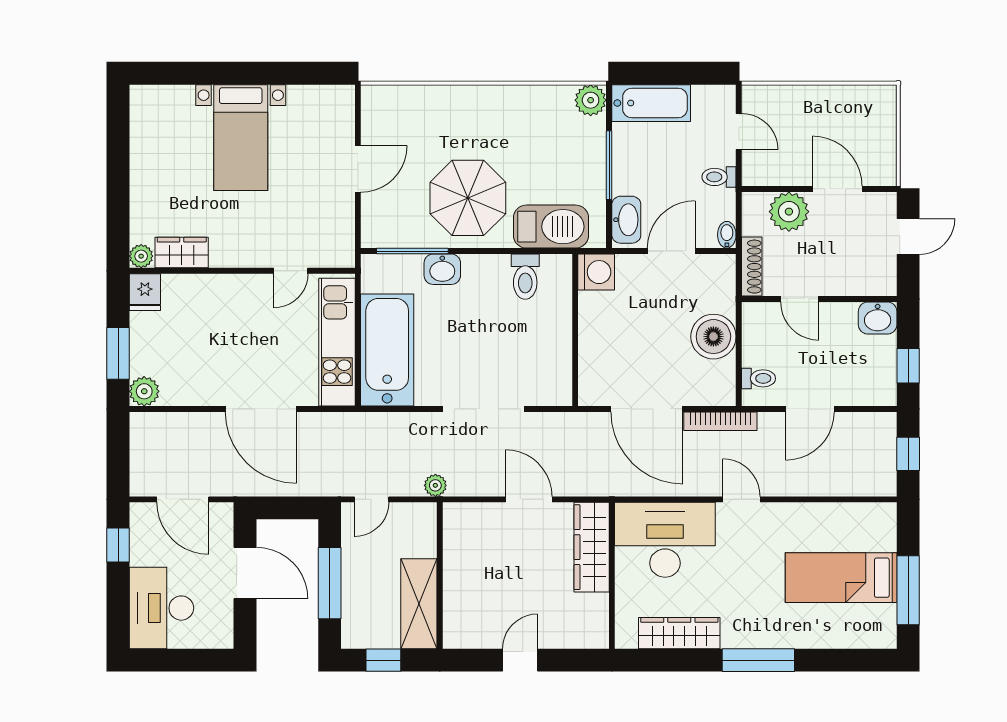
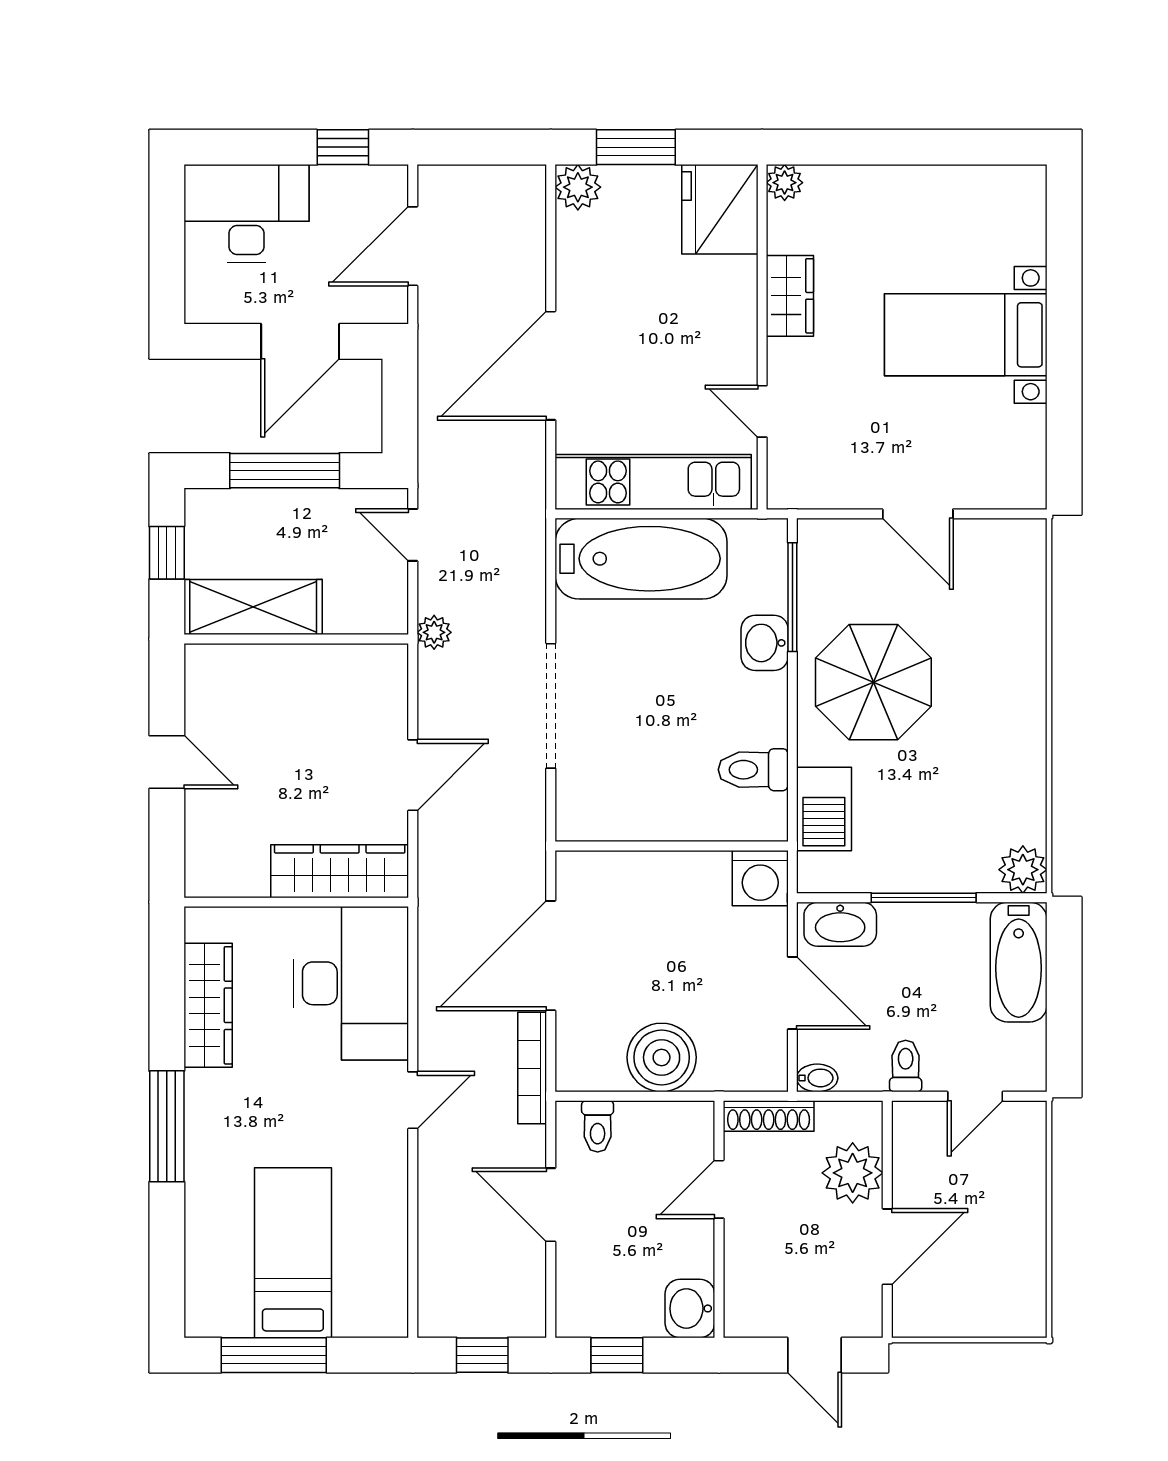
barbecue: (551, 227) -> (824, 809), width x0.73, depth x0.83
wardrobe: (182, 253) -> (790, 296), moved
fridge: (145, 292) -> (720, 209), width x1.88, depth x1.34

